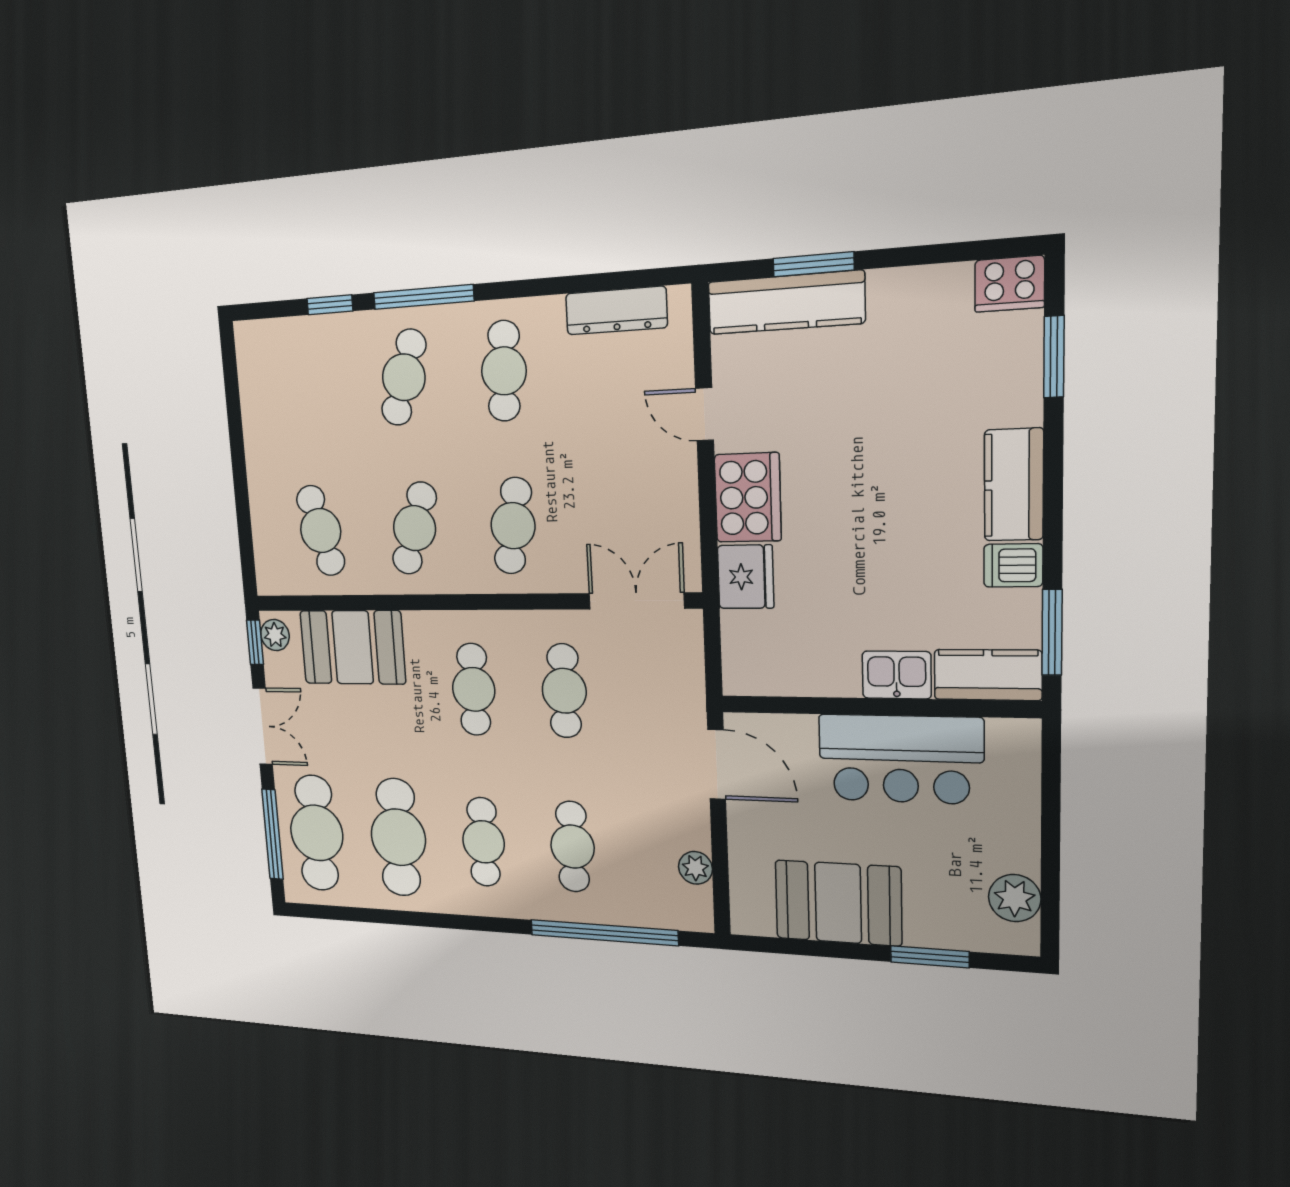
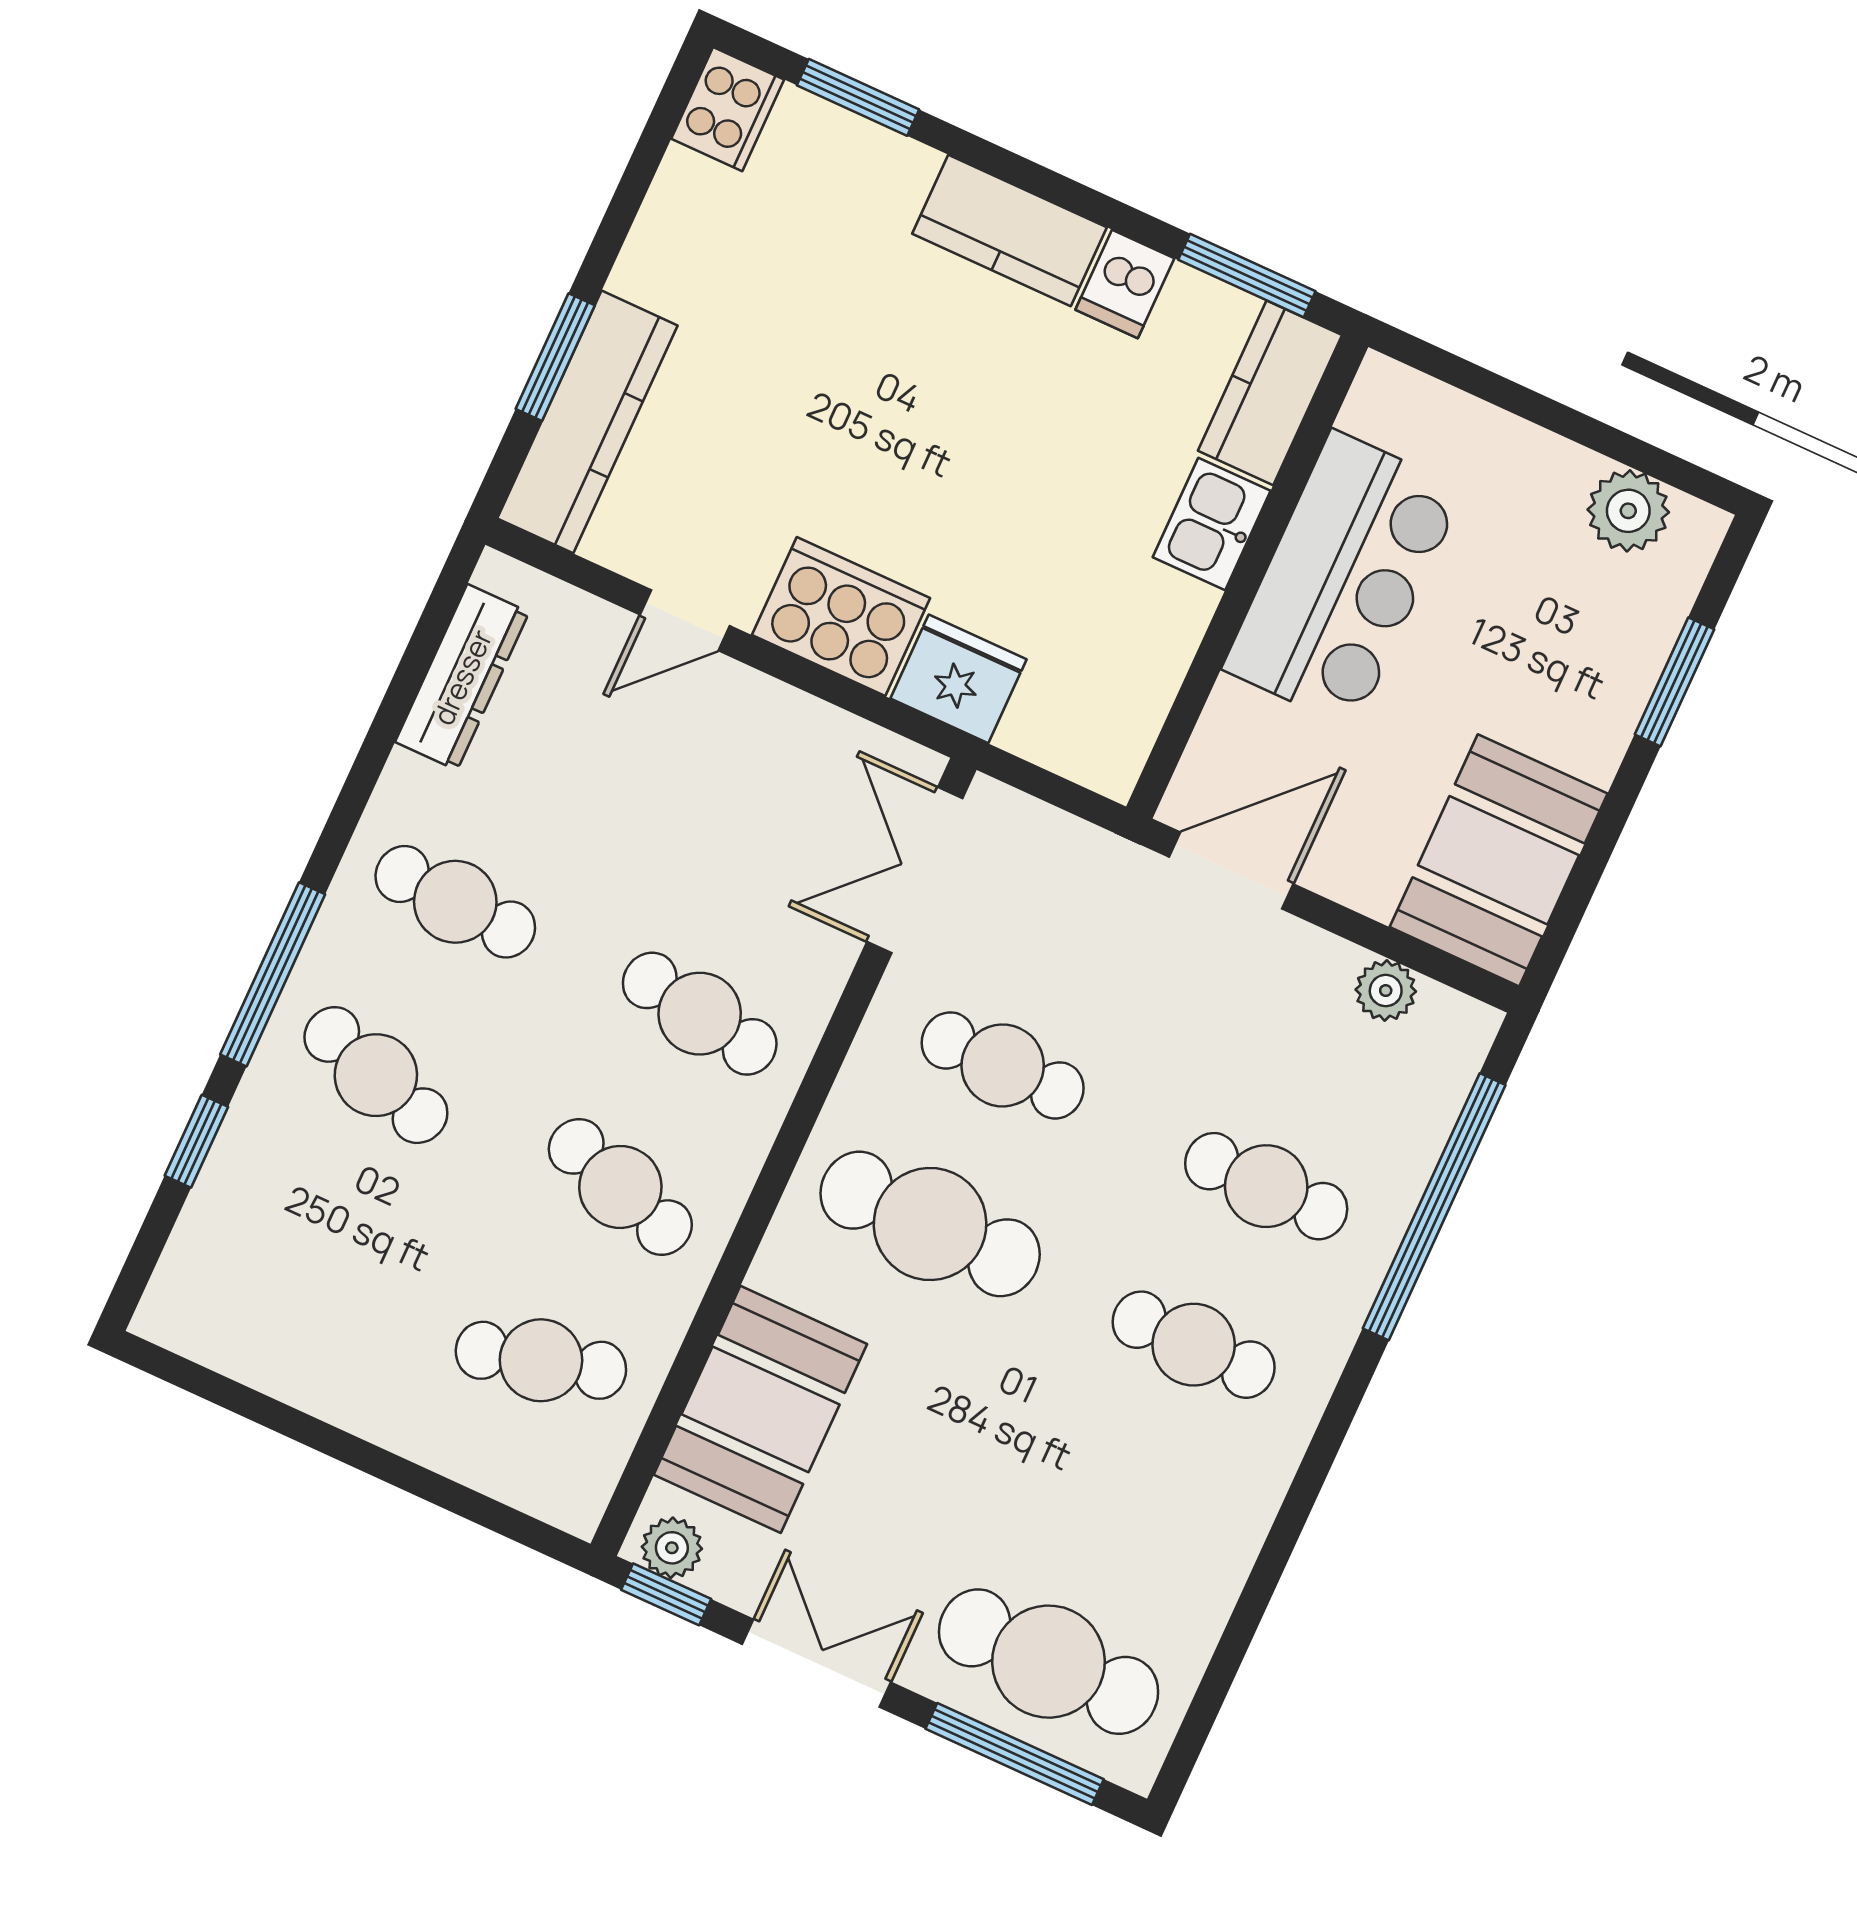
cafe table: (474, 689) -> (930, 1224), width x1.37, depth x1.35
cafe table: (398, 837) -> (1121, 1503), removed
booth: (838, 903) -> (1499, 860), moved

